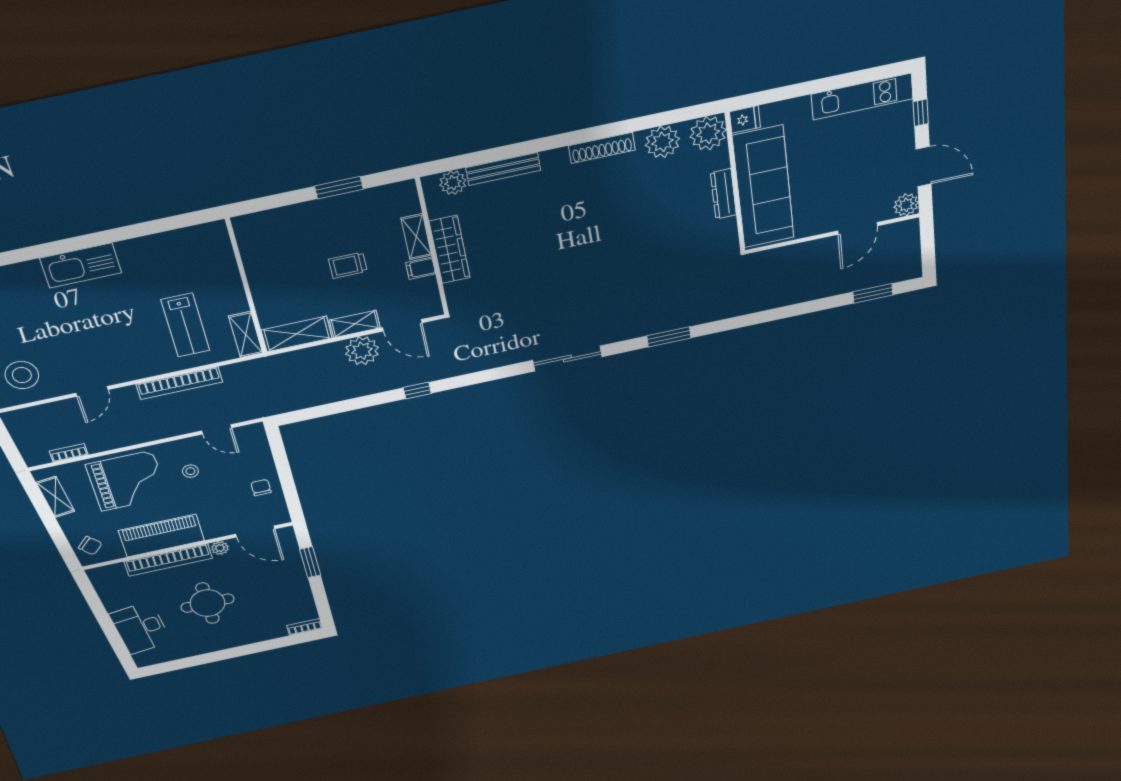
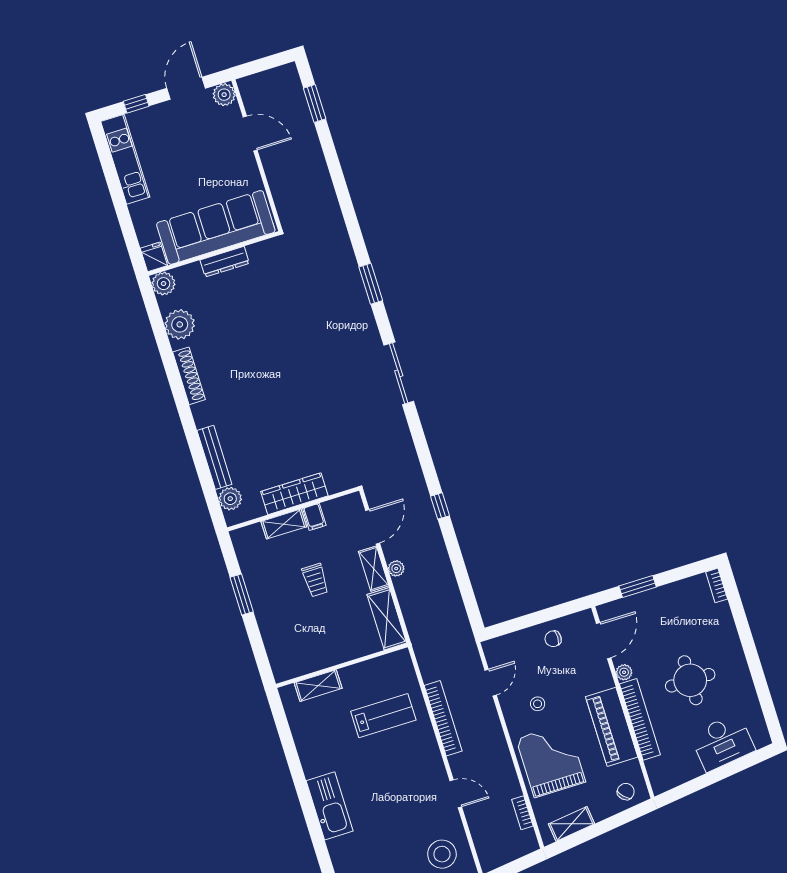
plant: (708, 133) -> (164, 284), width x0.73, depth x0.73
shelving: (246, 335) -> (318, 686), moved
plant: (362, 351) -> (396, 568), width x0.53, depth x0.53

